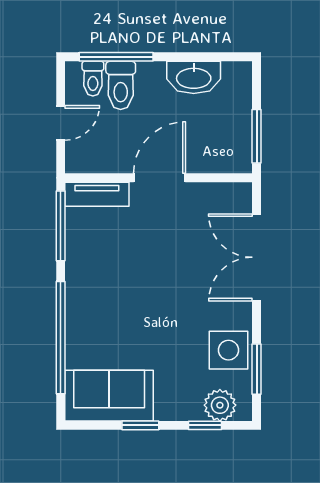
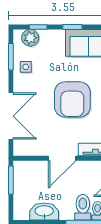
armchair: (140, 289) -> (72, 99), added
side table: (228, 350) -> (26, 67), width x0.54, depth x0.54

